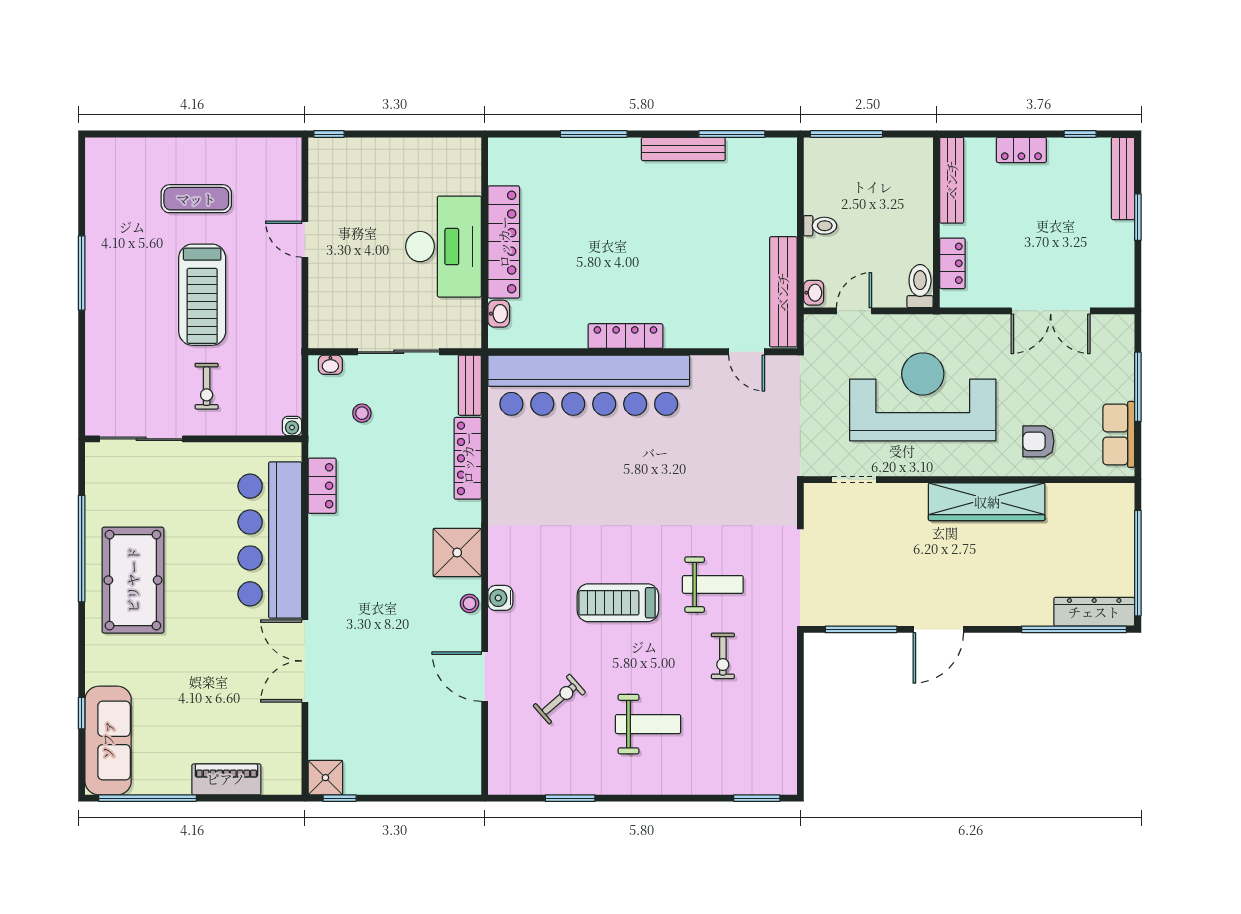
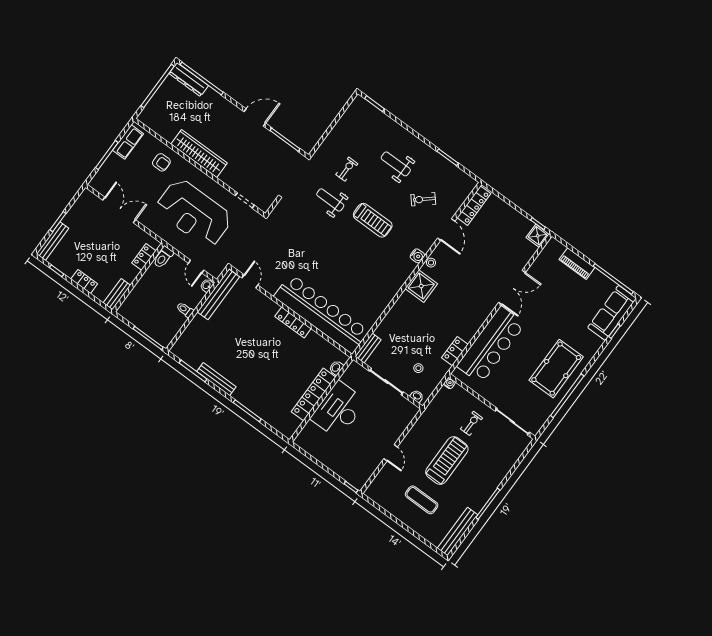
bench: (952, 180) -> (117, 294), width x0.73
bench: (98, 190) -> (458, 532), added
door: (854, 311) -> (196, 267), hinge flipped
locker: (468, 458) -> (474, 206), moved

